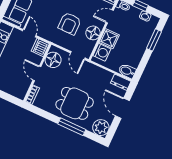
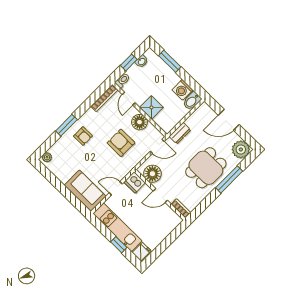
armchair: (70, 24) -> (121, 143), turned 180
washing machine: (102, 52) -> (182, 90), moved, turned 180
dresser: (121, 82) -> (180, 133), moved

